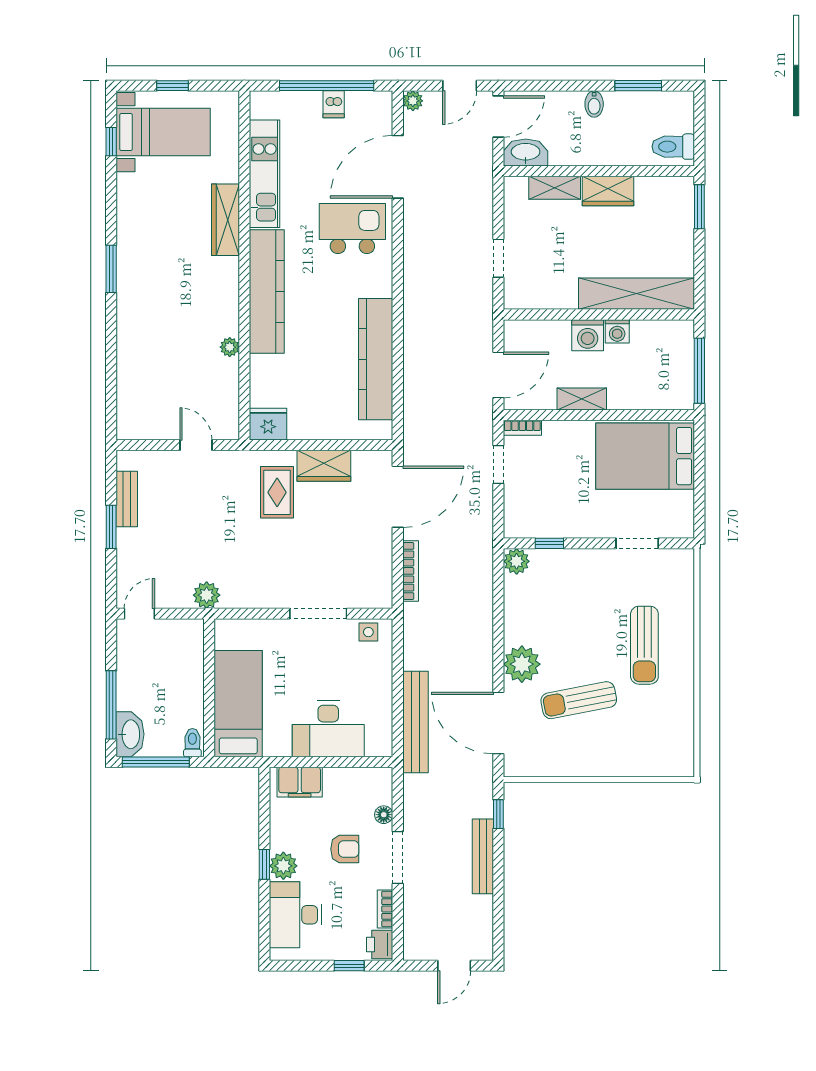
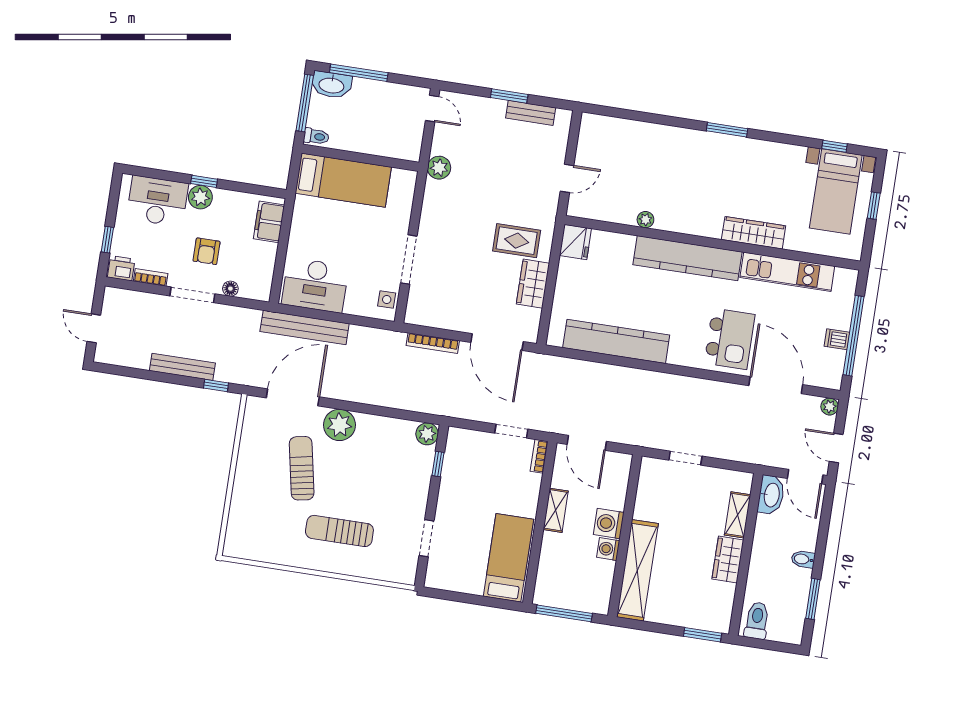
bed: (645, 456) -> (508, 558), width x0.67
desk: (328, 729) -> (315, 285), moved, turned -90

